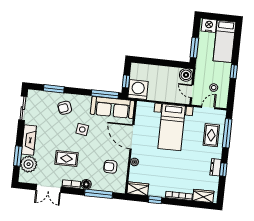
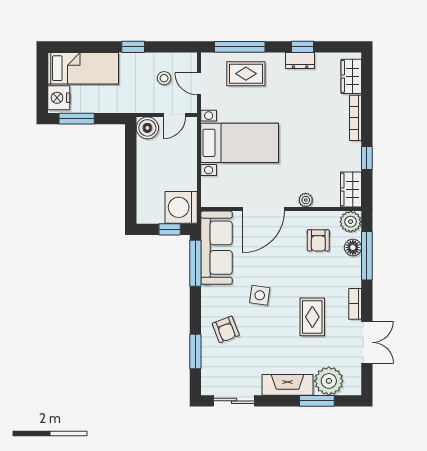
window: (194, 48) -> (77, 119), moved
floor lamp: (86, 184) -> (353, 248), moved
plant: (119, 187) -> (351, 222), added

